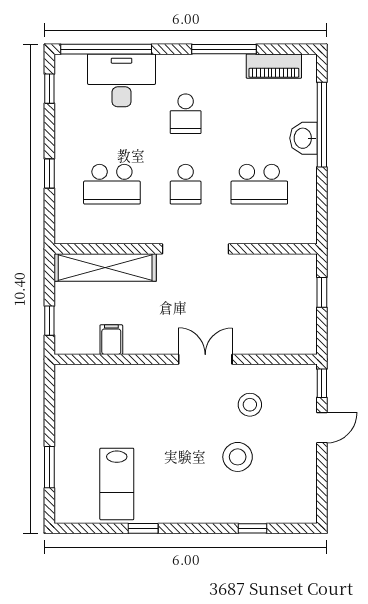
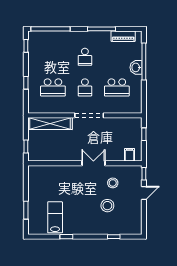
desk: (121, 80) -> (57, 42), removed
filing cabinet: (111, 340) -> (130, 155), moved
lab bench: (117, 484) -> (55, 217), turned 180

